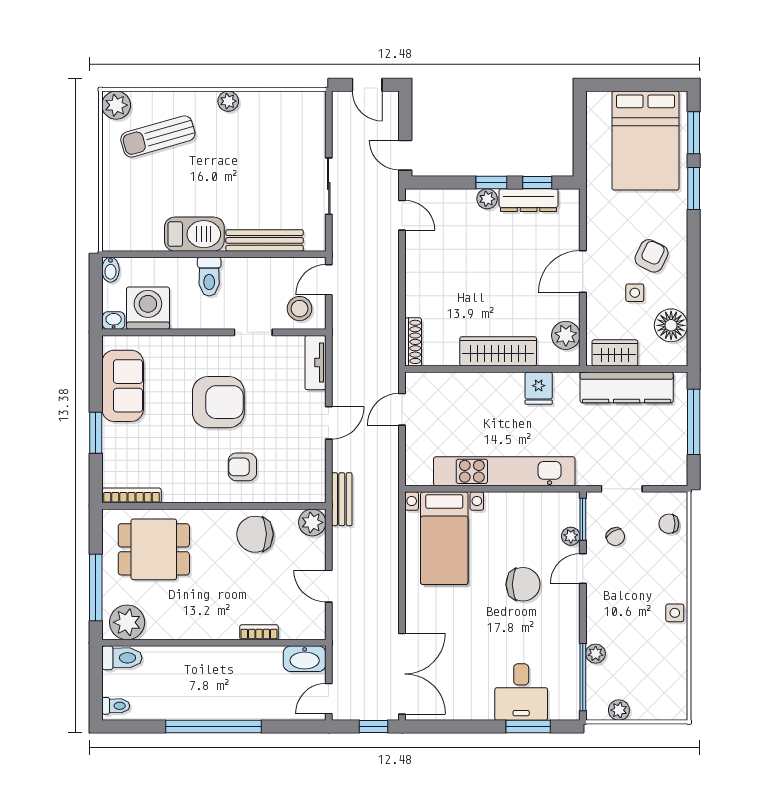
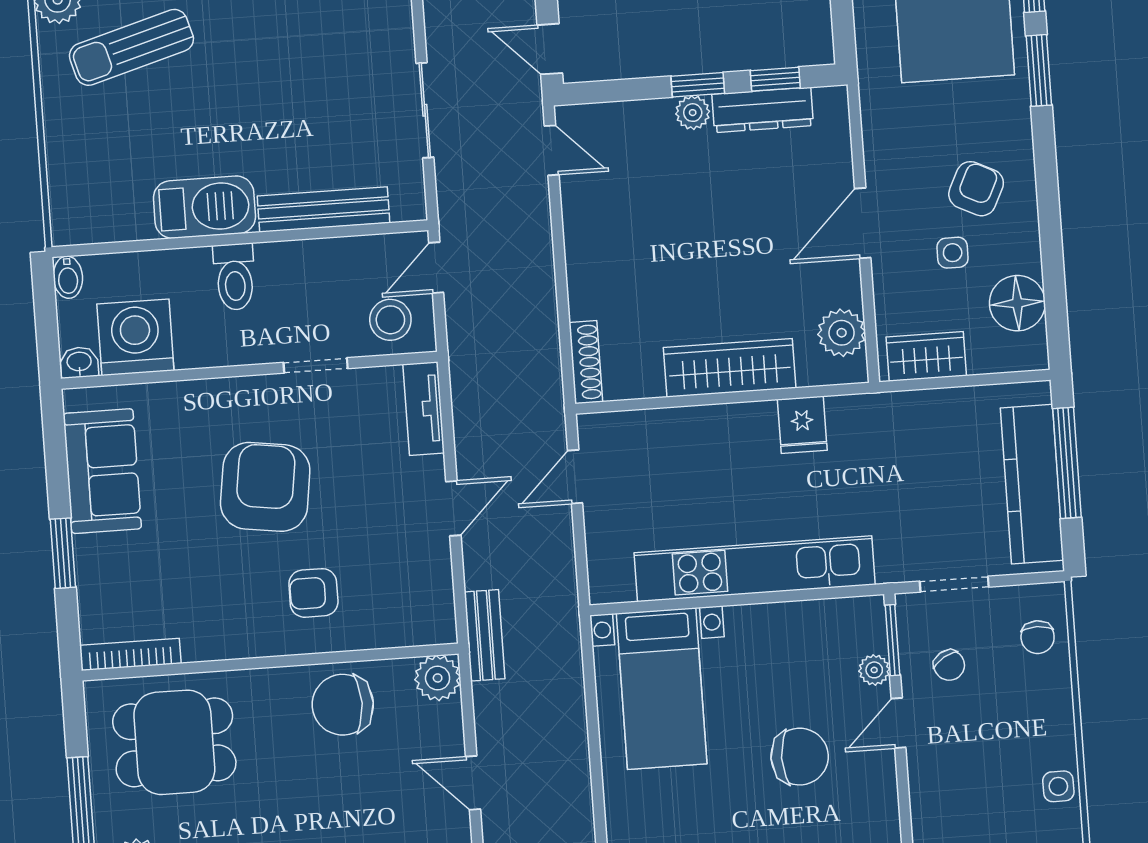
kitchen counter: (627, 387) -> (1032, 484), moved, turned 90
armchair: (218, 402) -> (265, 487), turned -82
chair: (669, 524) -> (1038, 637), turned -90

